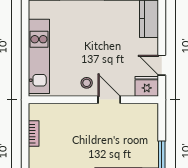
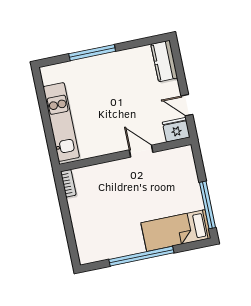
stool: (87, 83) -> (115, 139), removed
bookcase: (34, 133) -> (68, 183), moved

